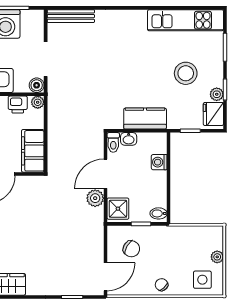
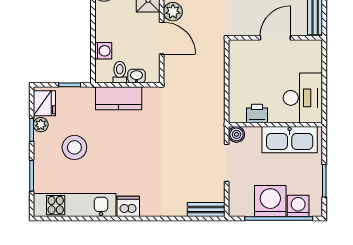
bench: (71, 16) -> (206, 210), width x0.73
dishwasher: (136, 19) -> (128, 206), added
plant: (38, 102) -> (235, 116), removed
toilet: (113, 142) -> (120, 72), moved
filing cabinet: (33, 151) -> (241, 63), removed
door: (105, 174) -> (162, 38), hinge flipped

